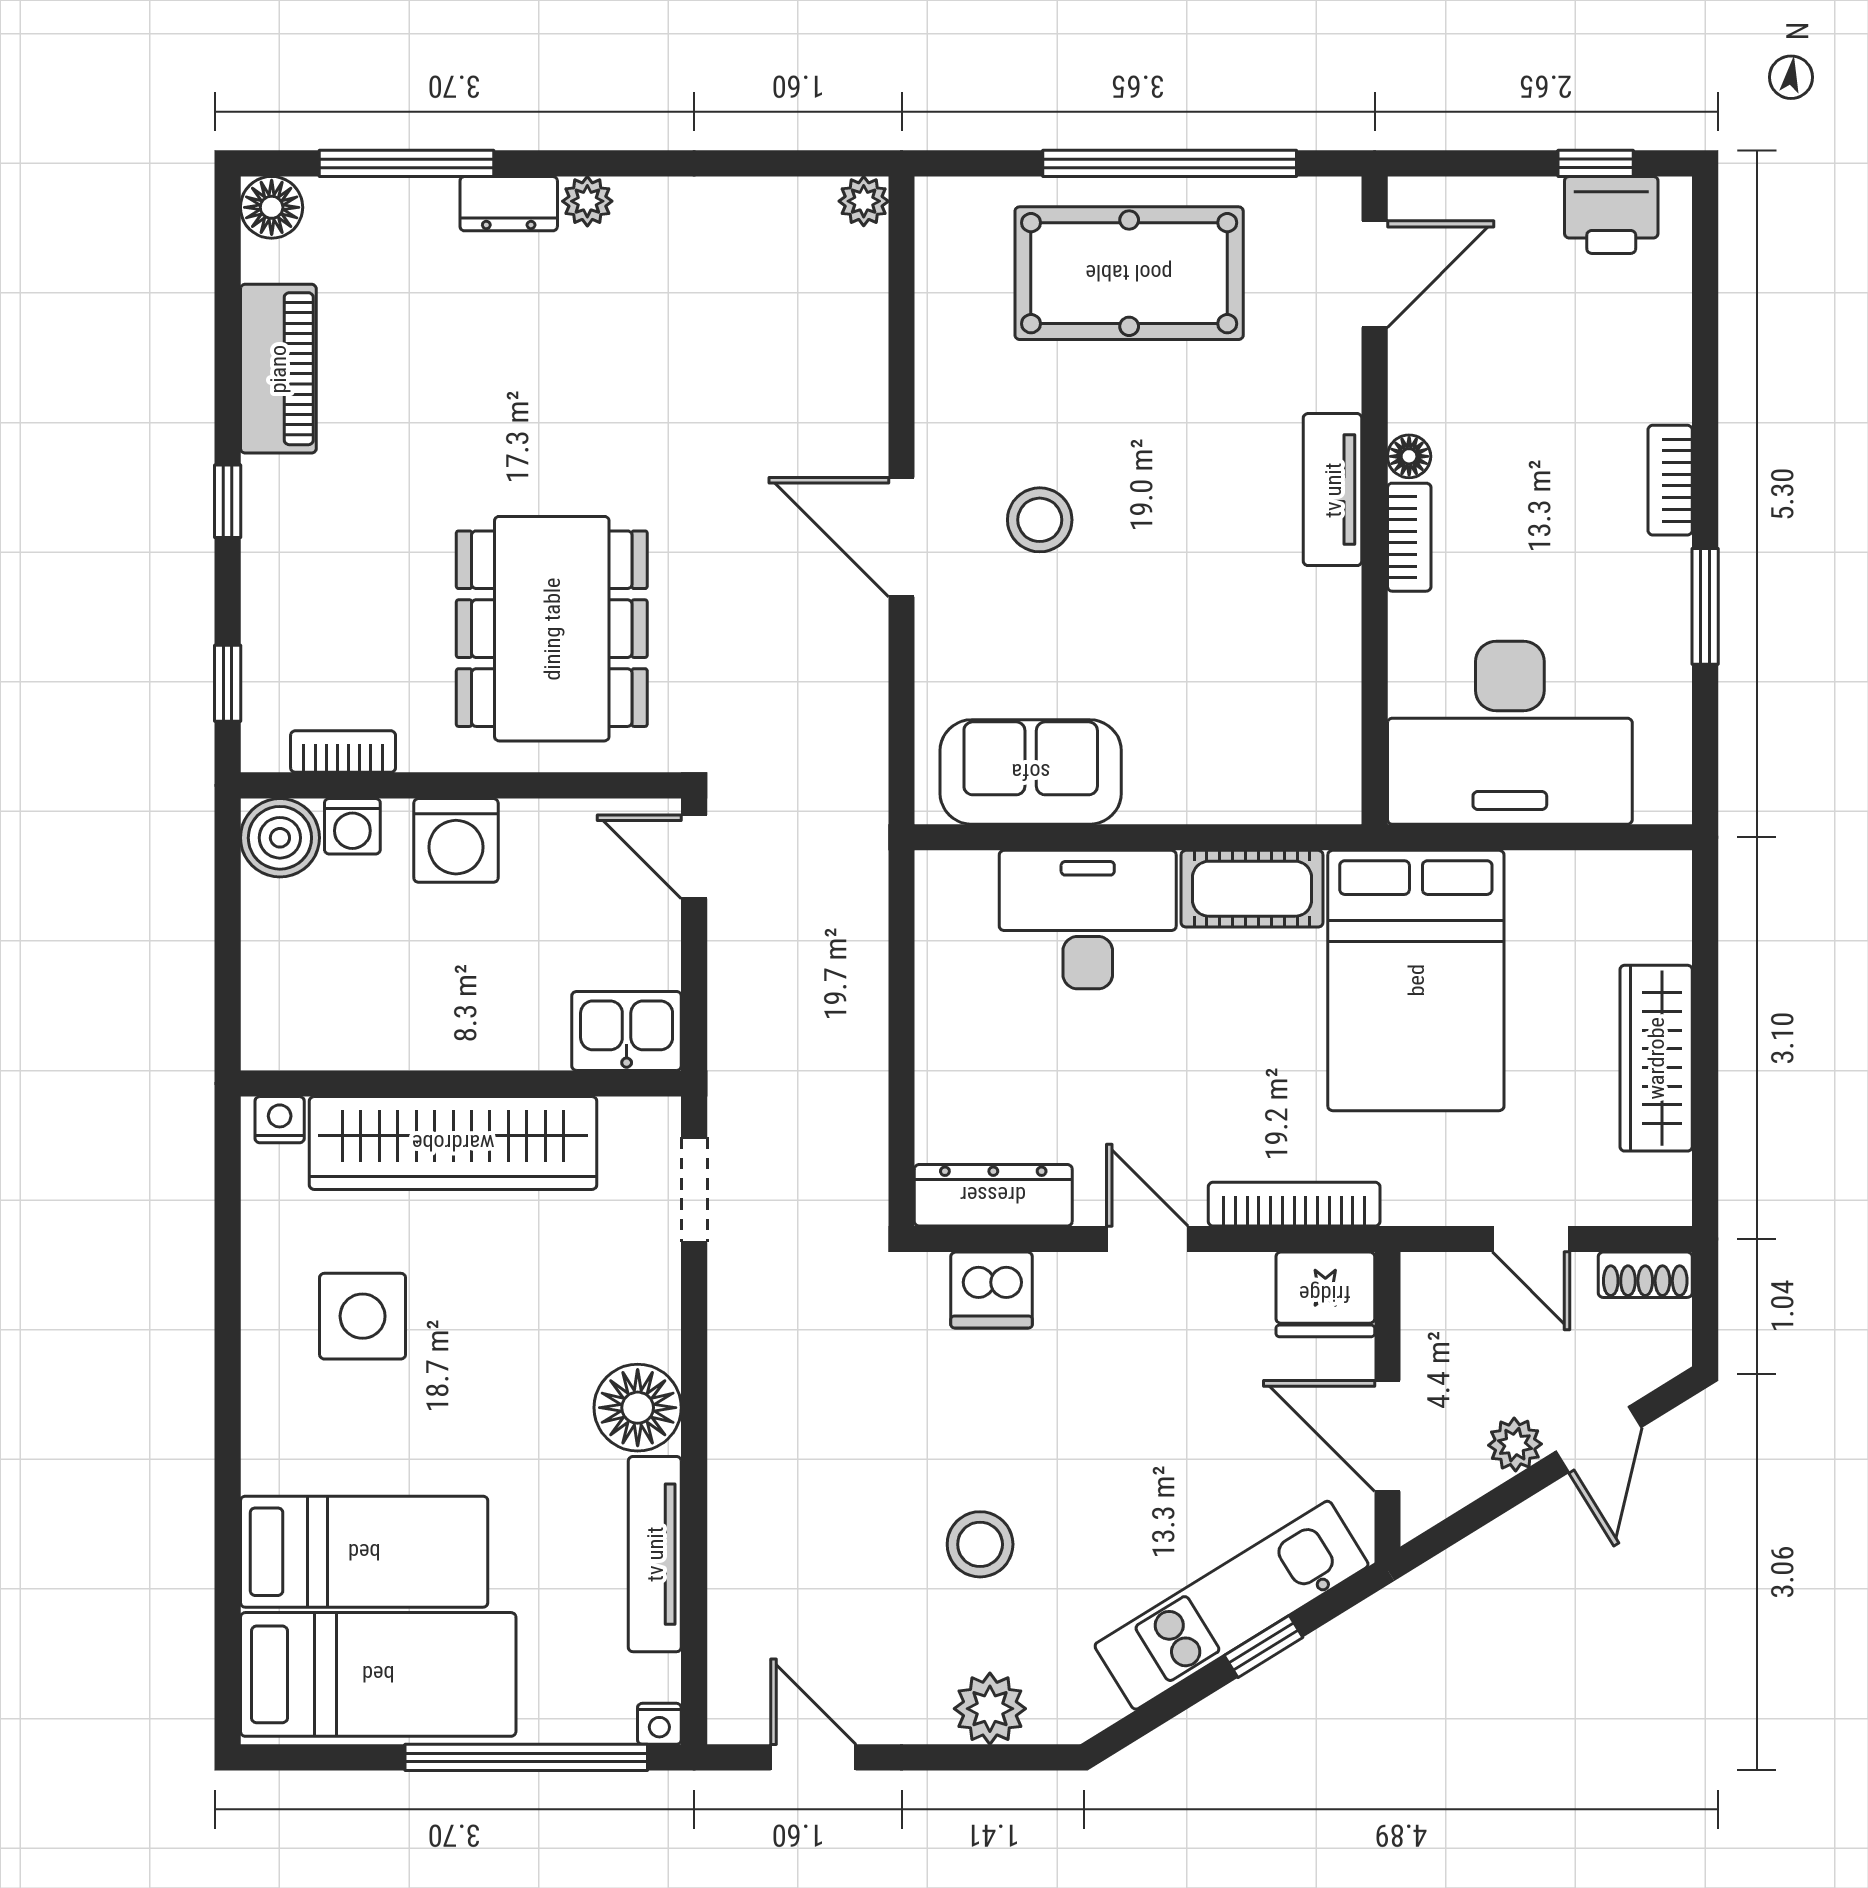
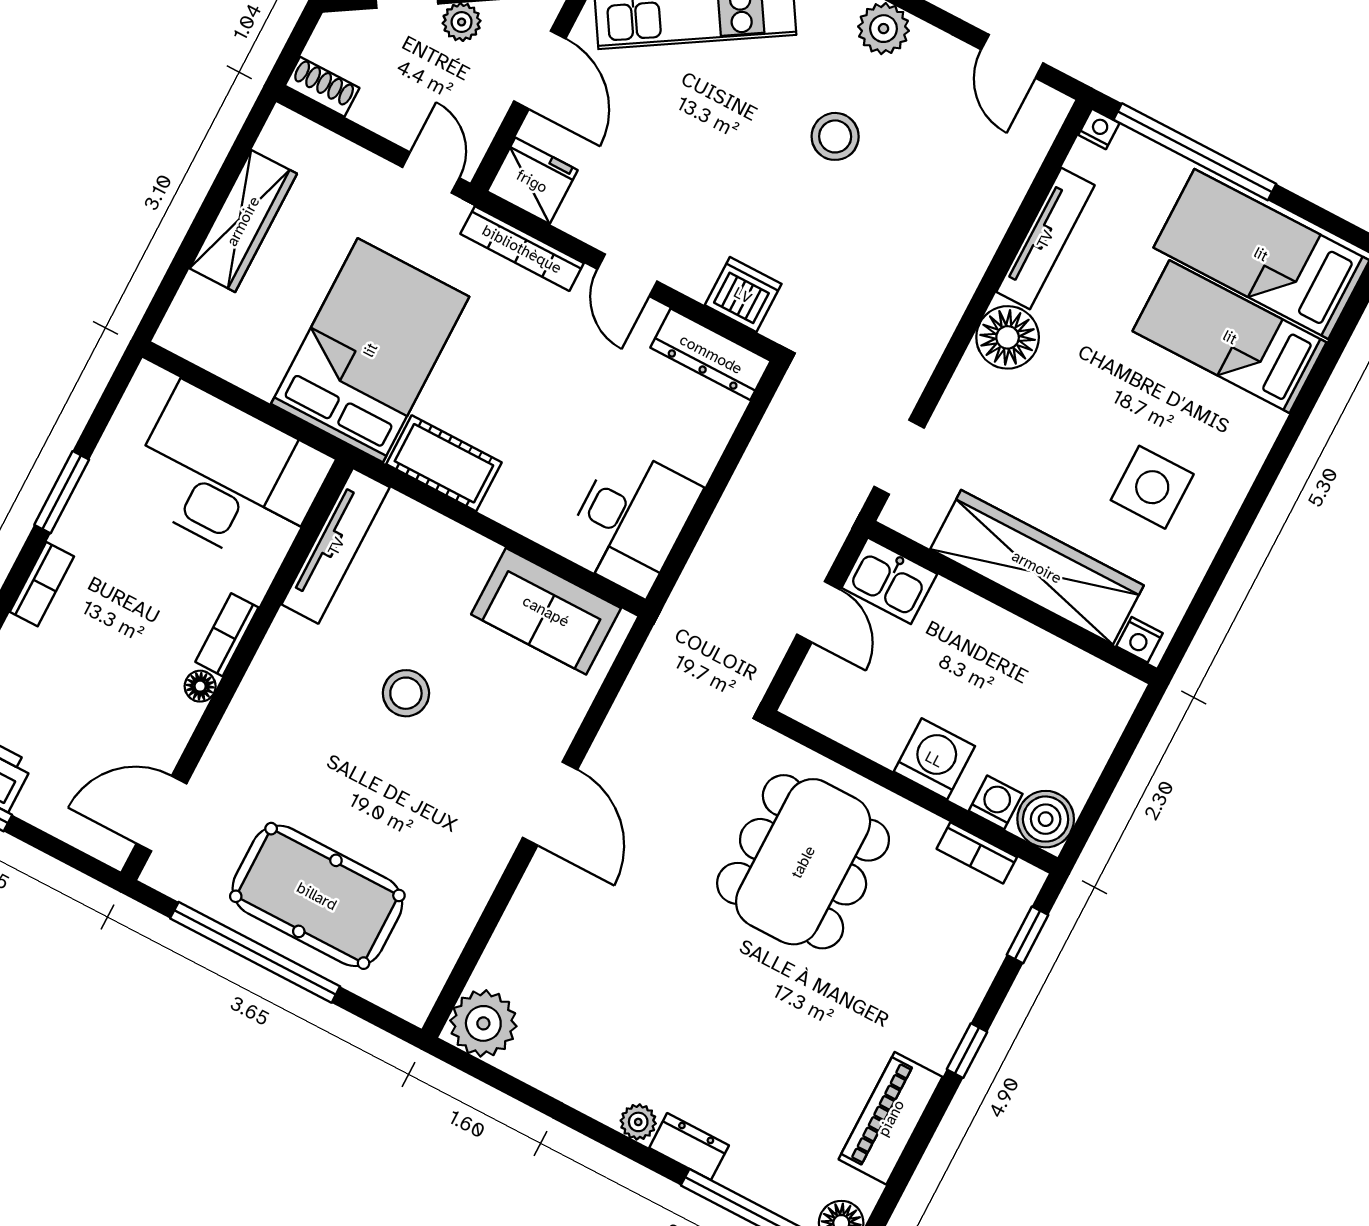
plant: (864, 201) -> (483, 1023), width x1.87, depth x1.87
tv unit: (1333, 490) -> (336, 546), moved, width x1.41
stool: (1040, 520) -> (406, 693), moved
door: (694, 857) -> (818, 612), moved
desk: (1088, 920) -> (631, 521), moved, turned -90
door: (1531, 1239) -> (431, 172), moved

